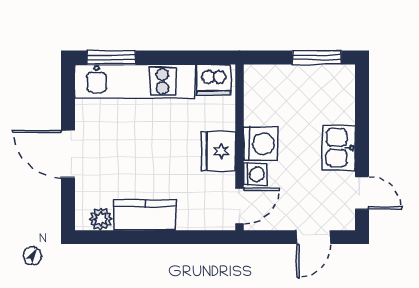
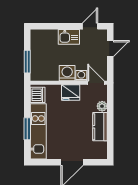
window: (111, 57) -> (27, 129), moved
window: (317, 57) -> (27, 62), moved
plant: (101, 219) -> (102, 106), moved
door: (314, 237) -> (110, 49), hinge flipped

